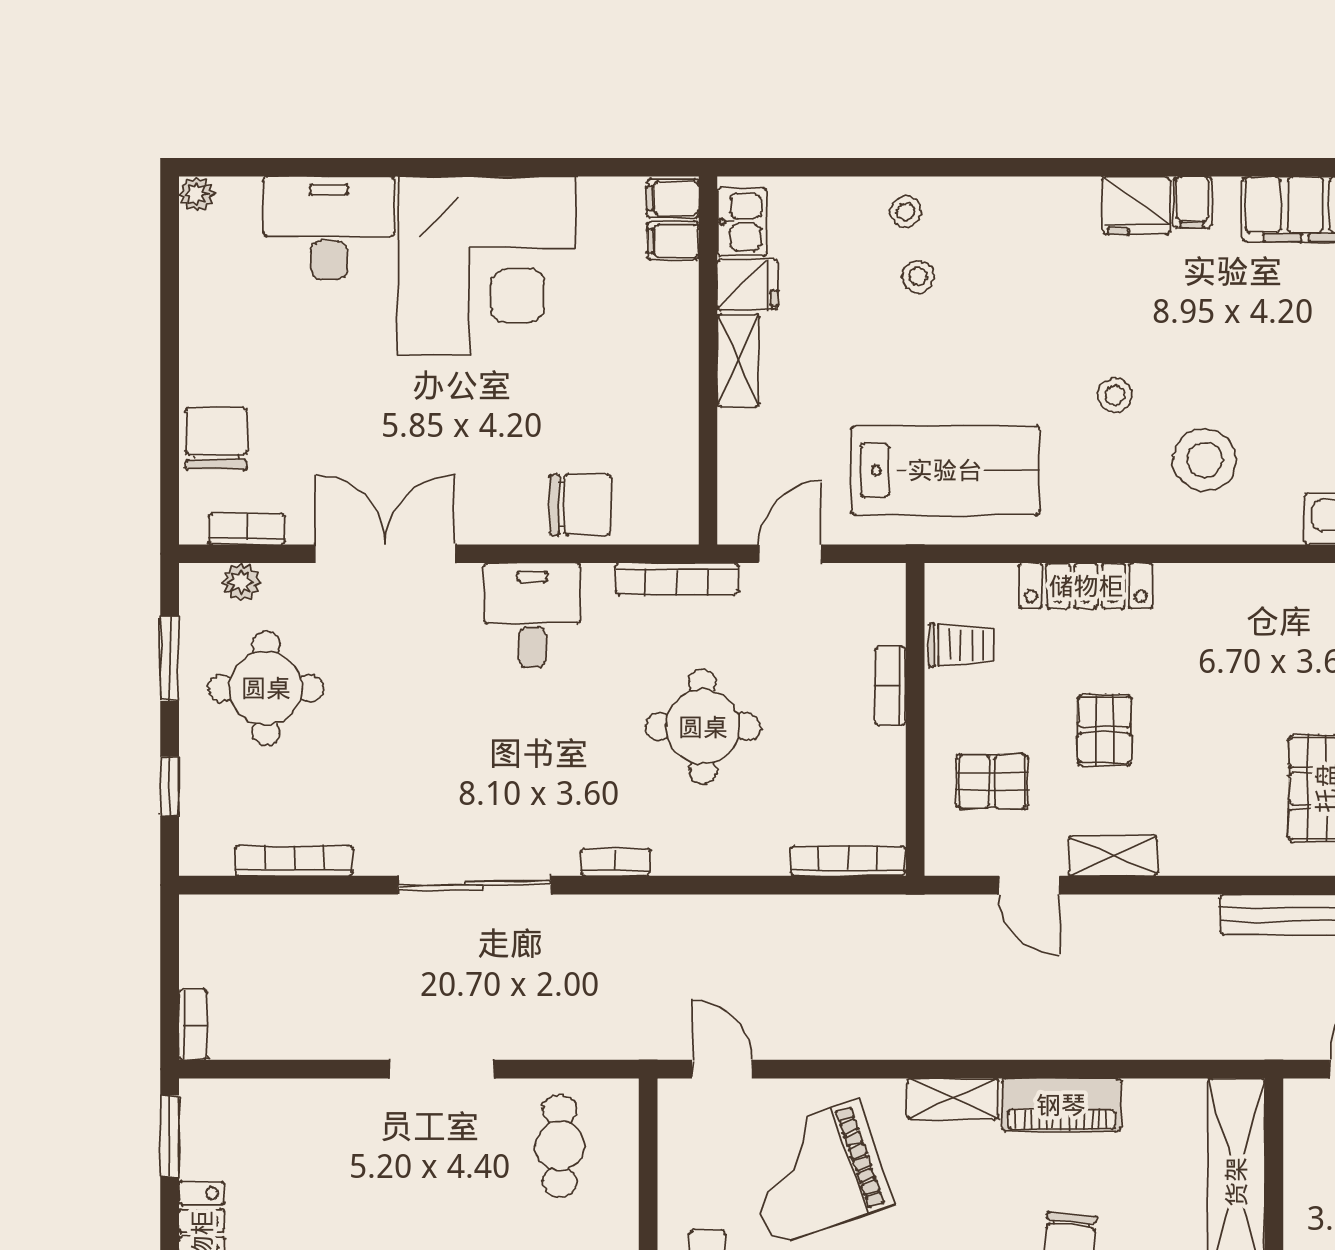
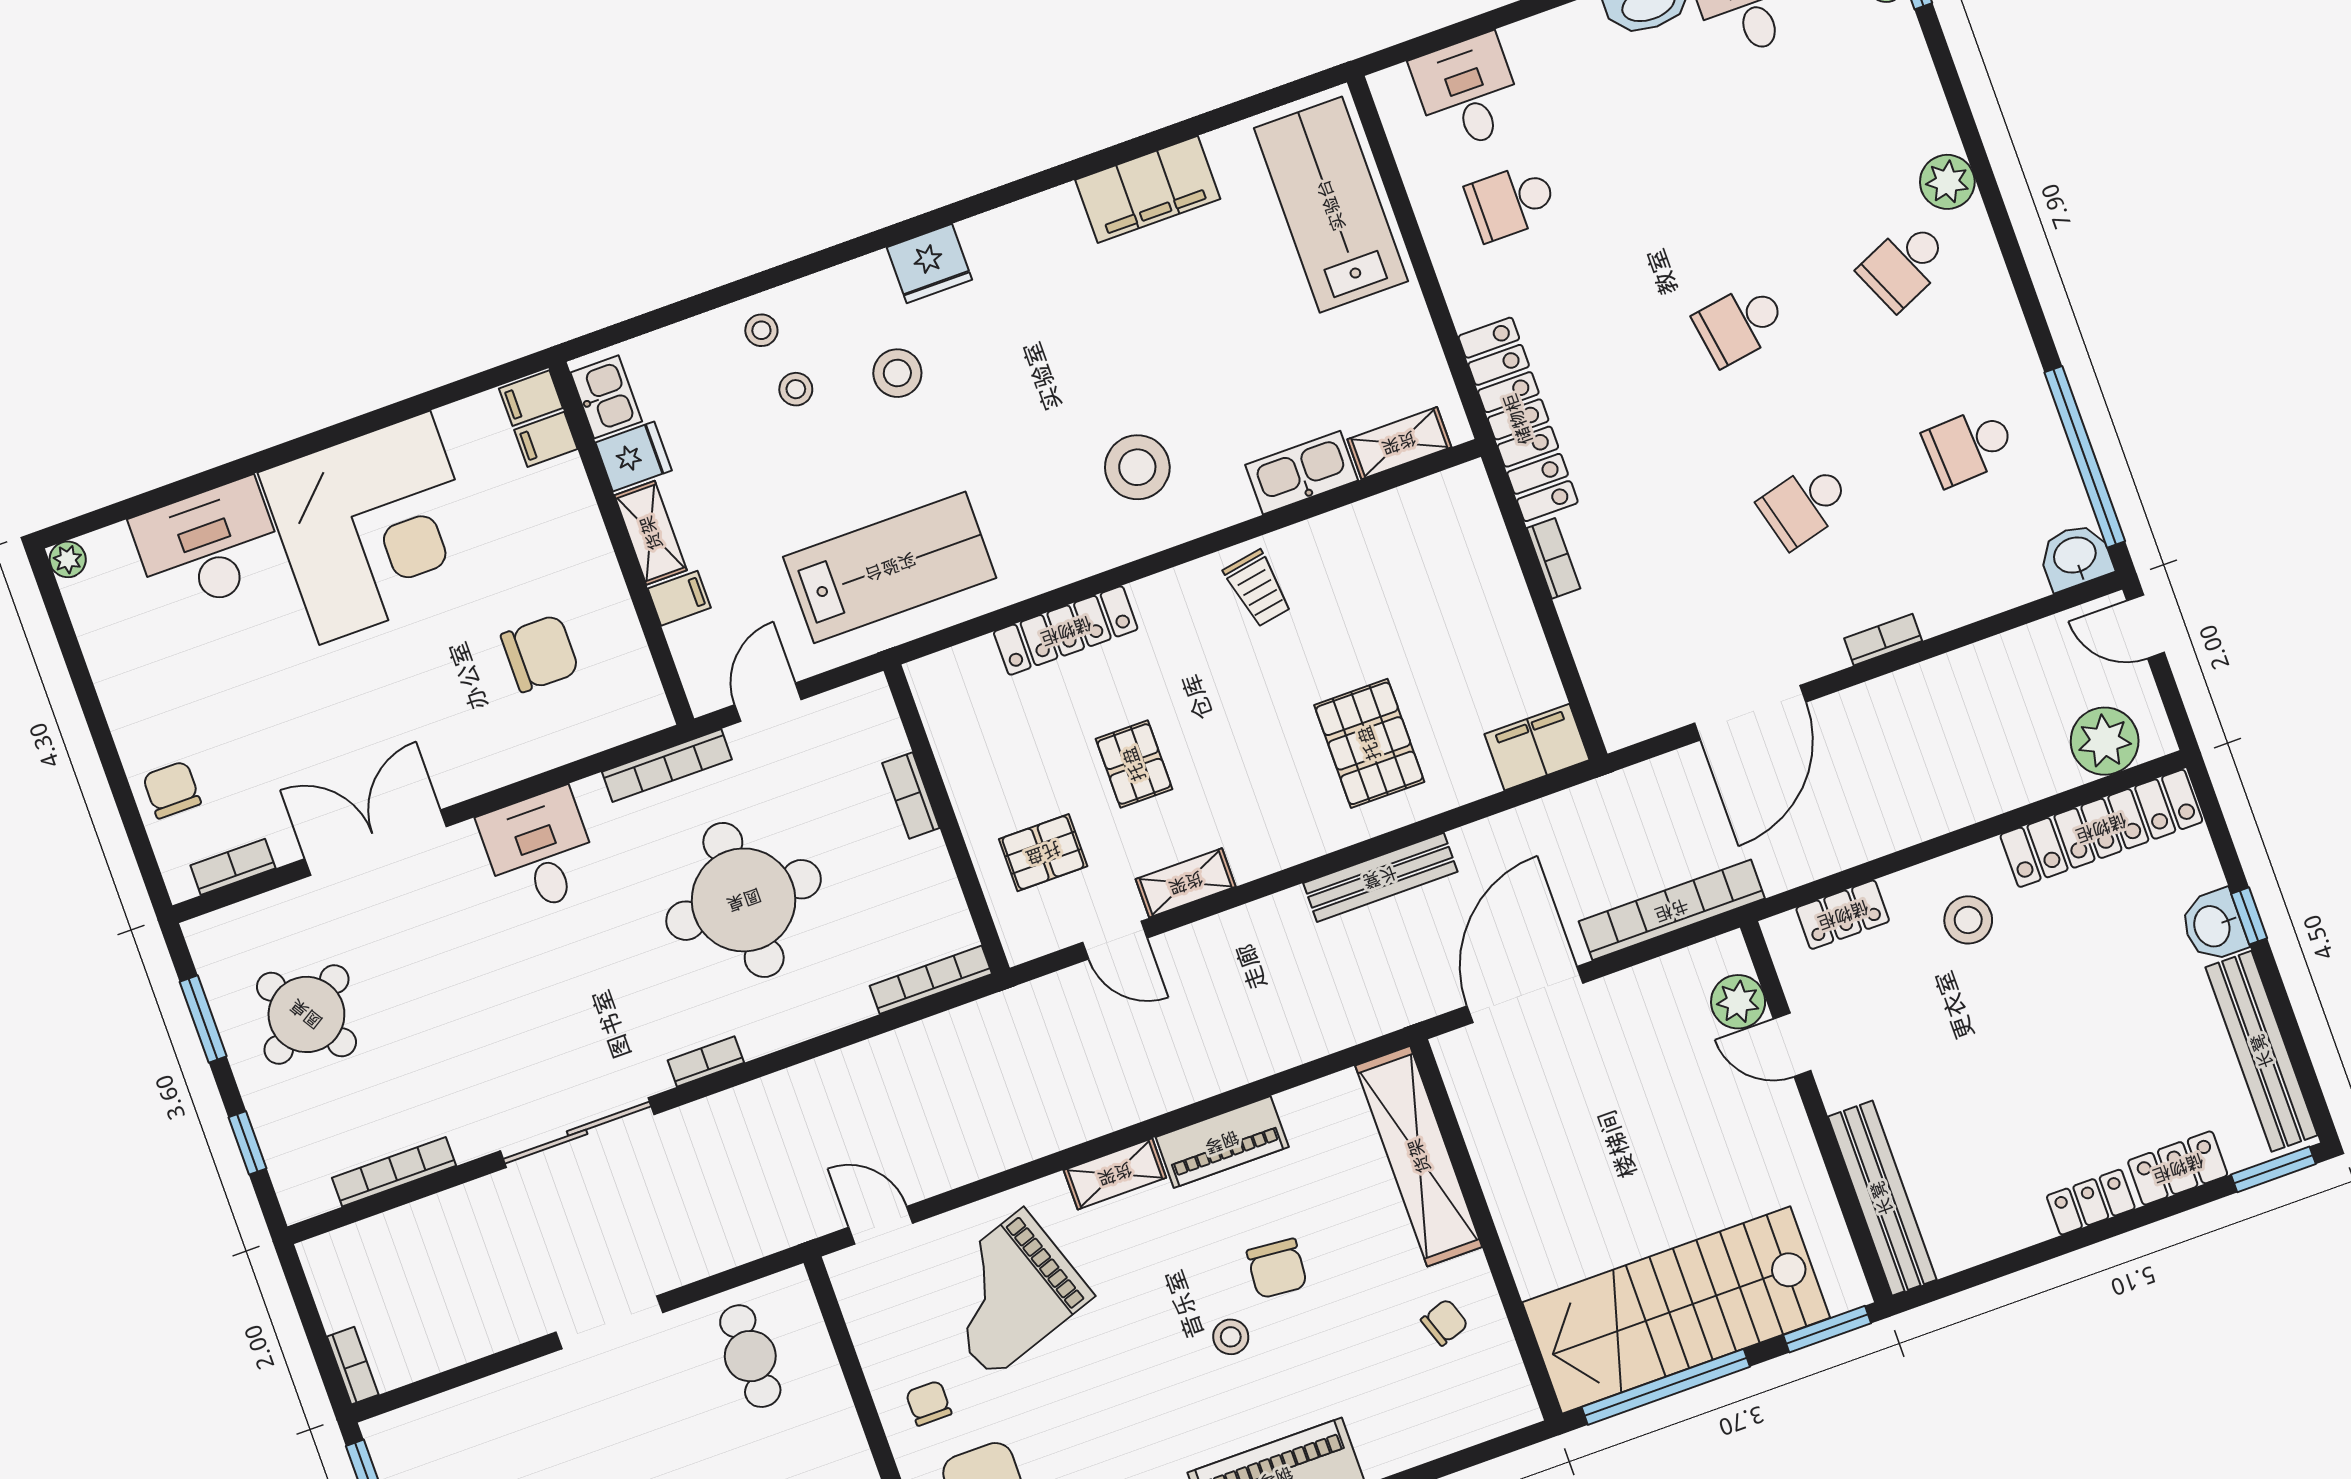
filing cabinet: (1193, 202) -> (679, 598), moved, turned -90
fridge: (1136, 205) -> (929, 263), moved
stool: (1115, 395) -> (897, 373), moved, width x1.37, depth x1.37
chair: (216, 439) -> (172, 790), width x0.73, depth x0.73
chair: (580, 505) -> (540, 653), moved
plant: (241, 582) -> (246, 920), removed
trolley: (962, 645) -> (1258, 588), moved, turned 80
round table: (266, 688) -> (306, 1014), turned -32
round table: (703, 727) -> (744, 900), width x1.36, depth x1.36

